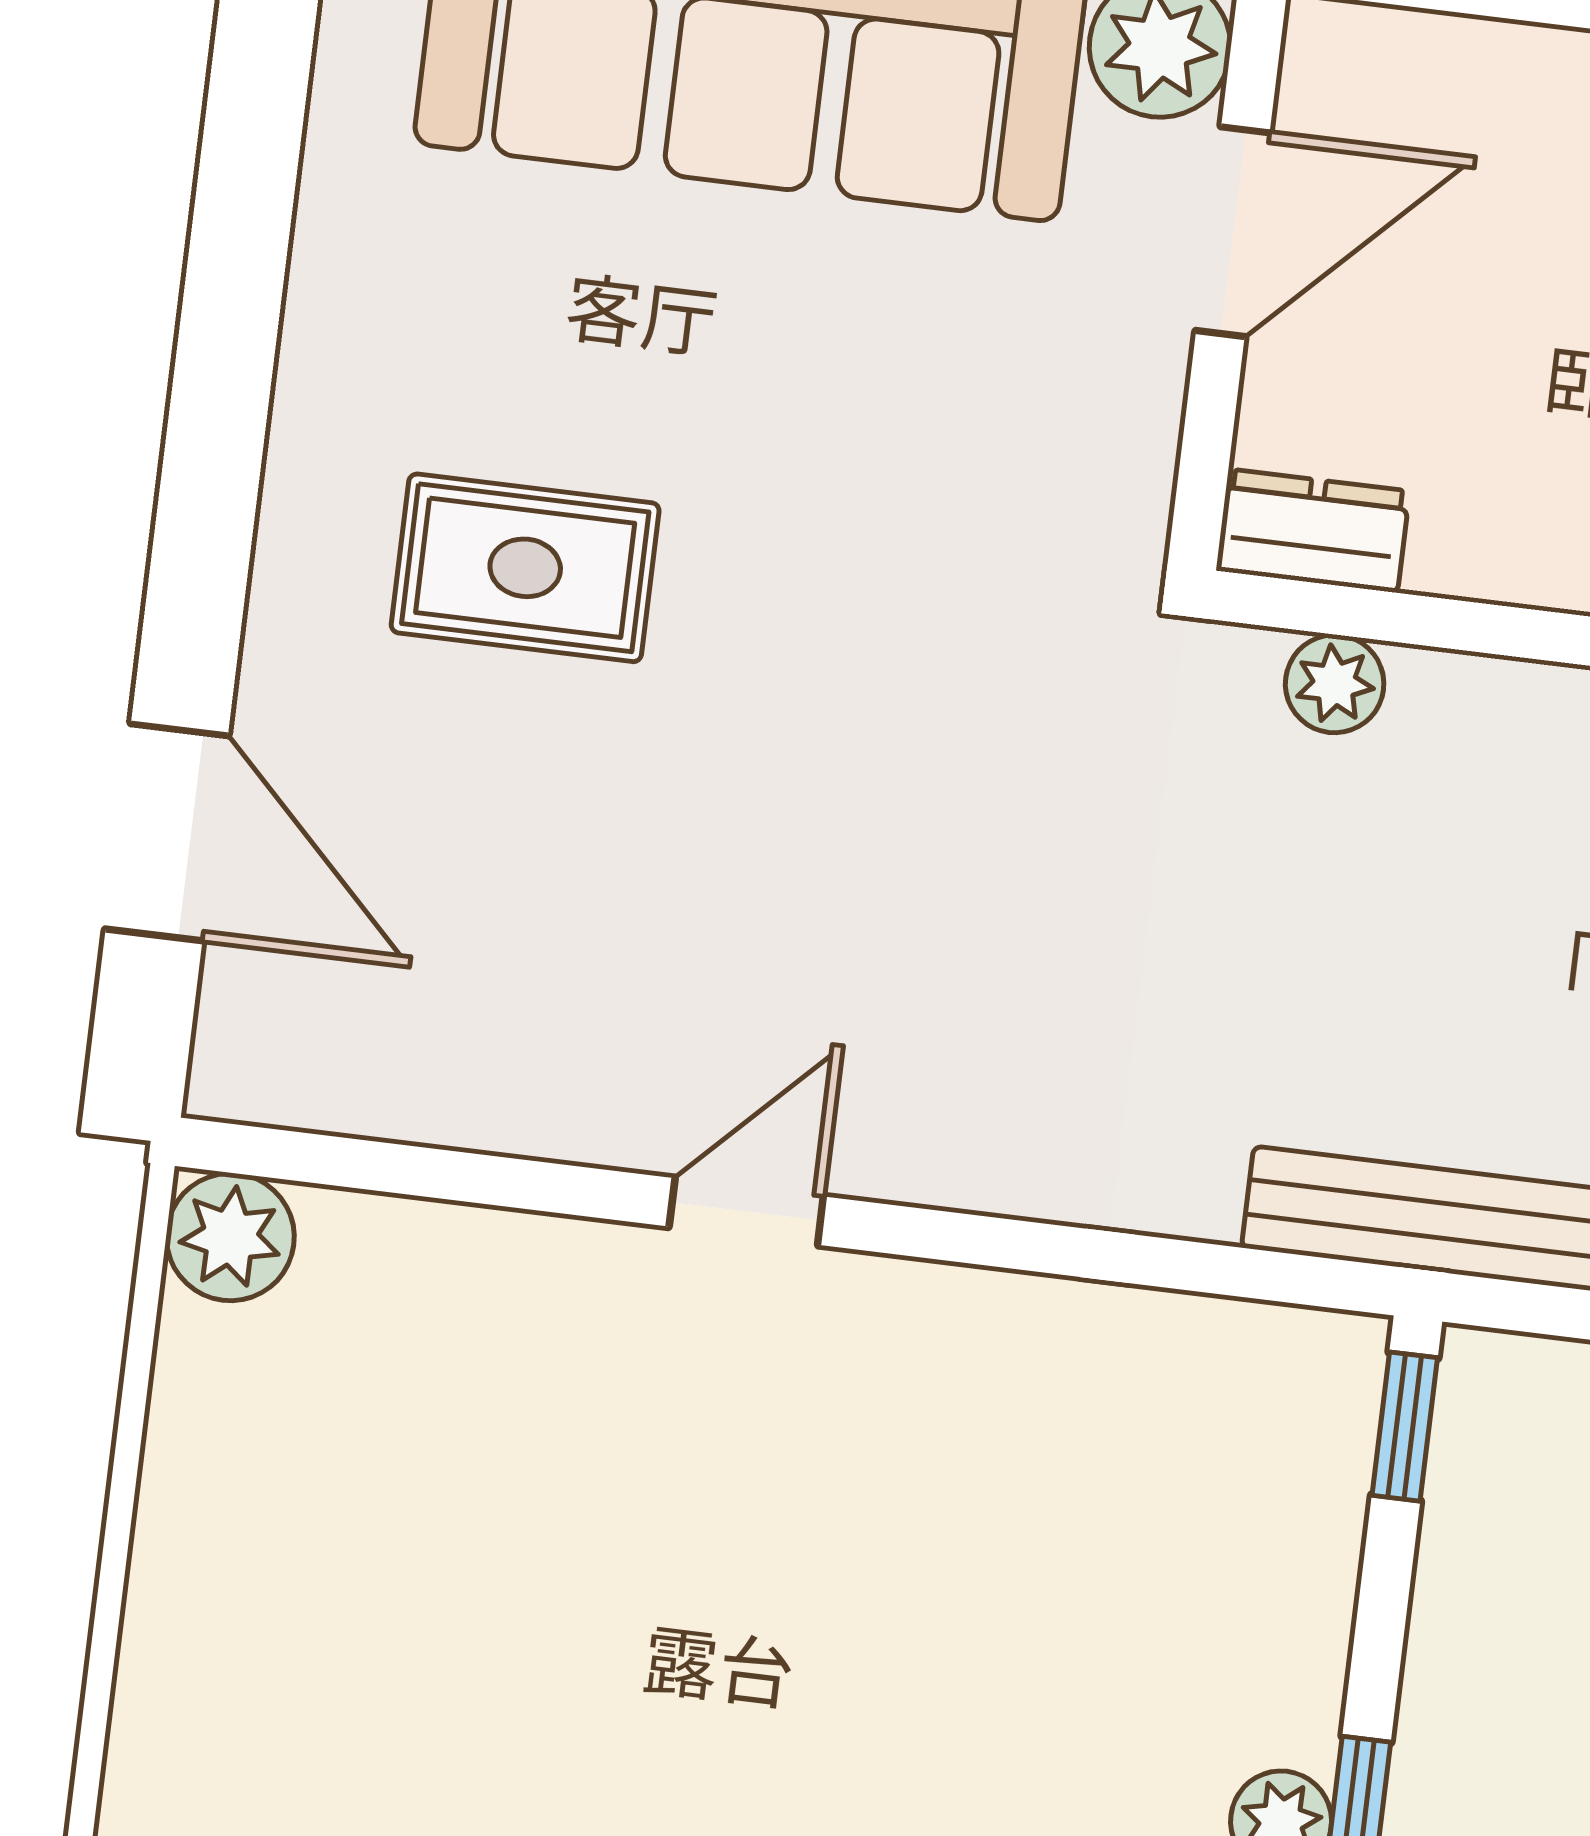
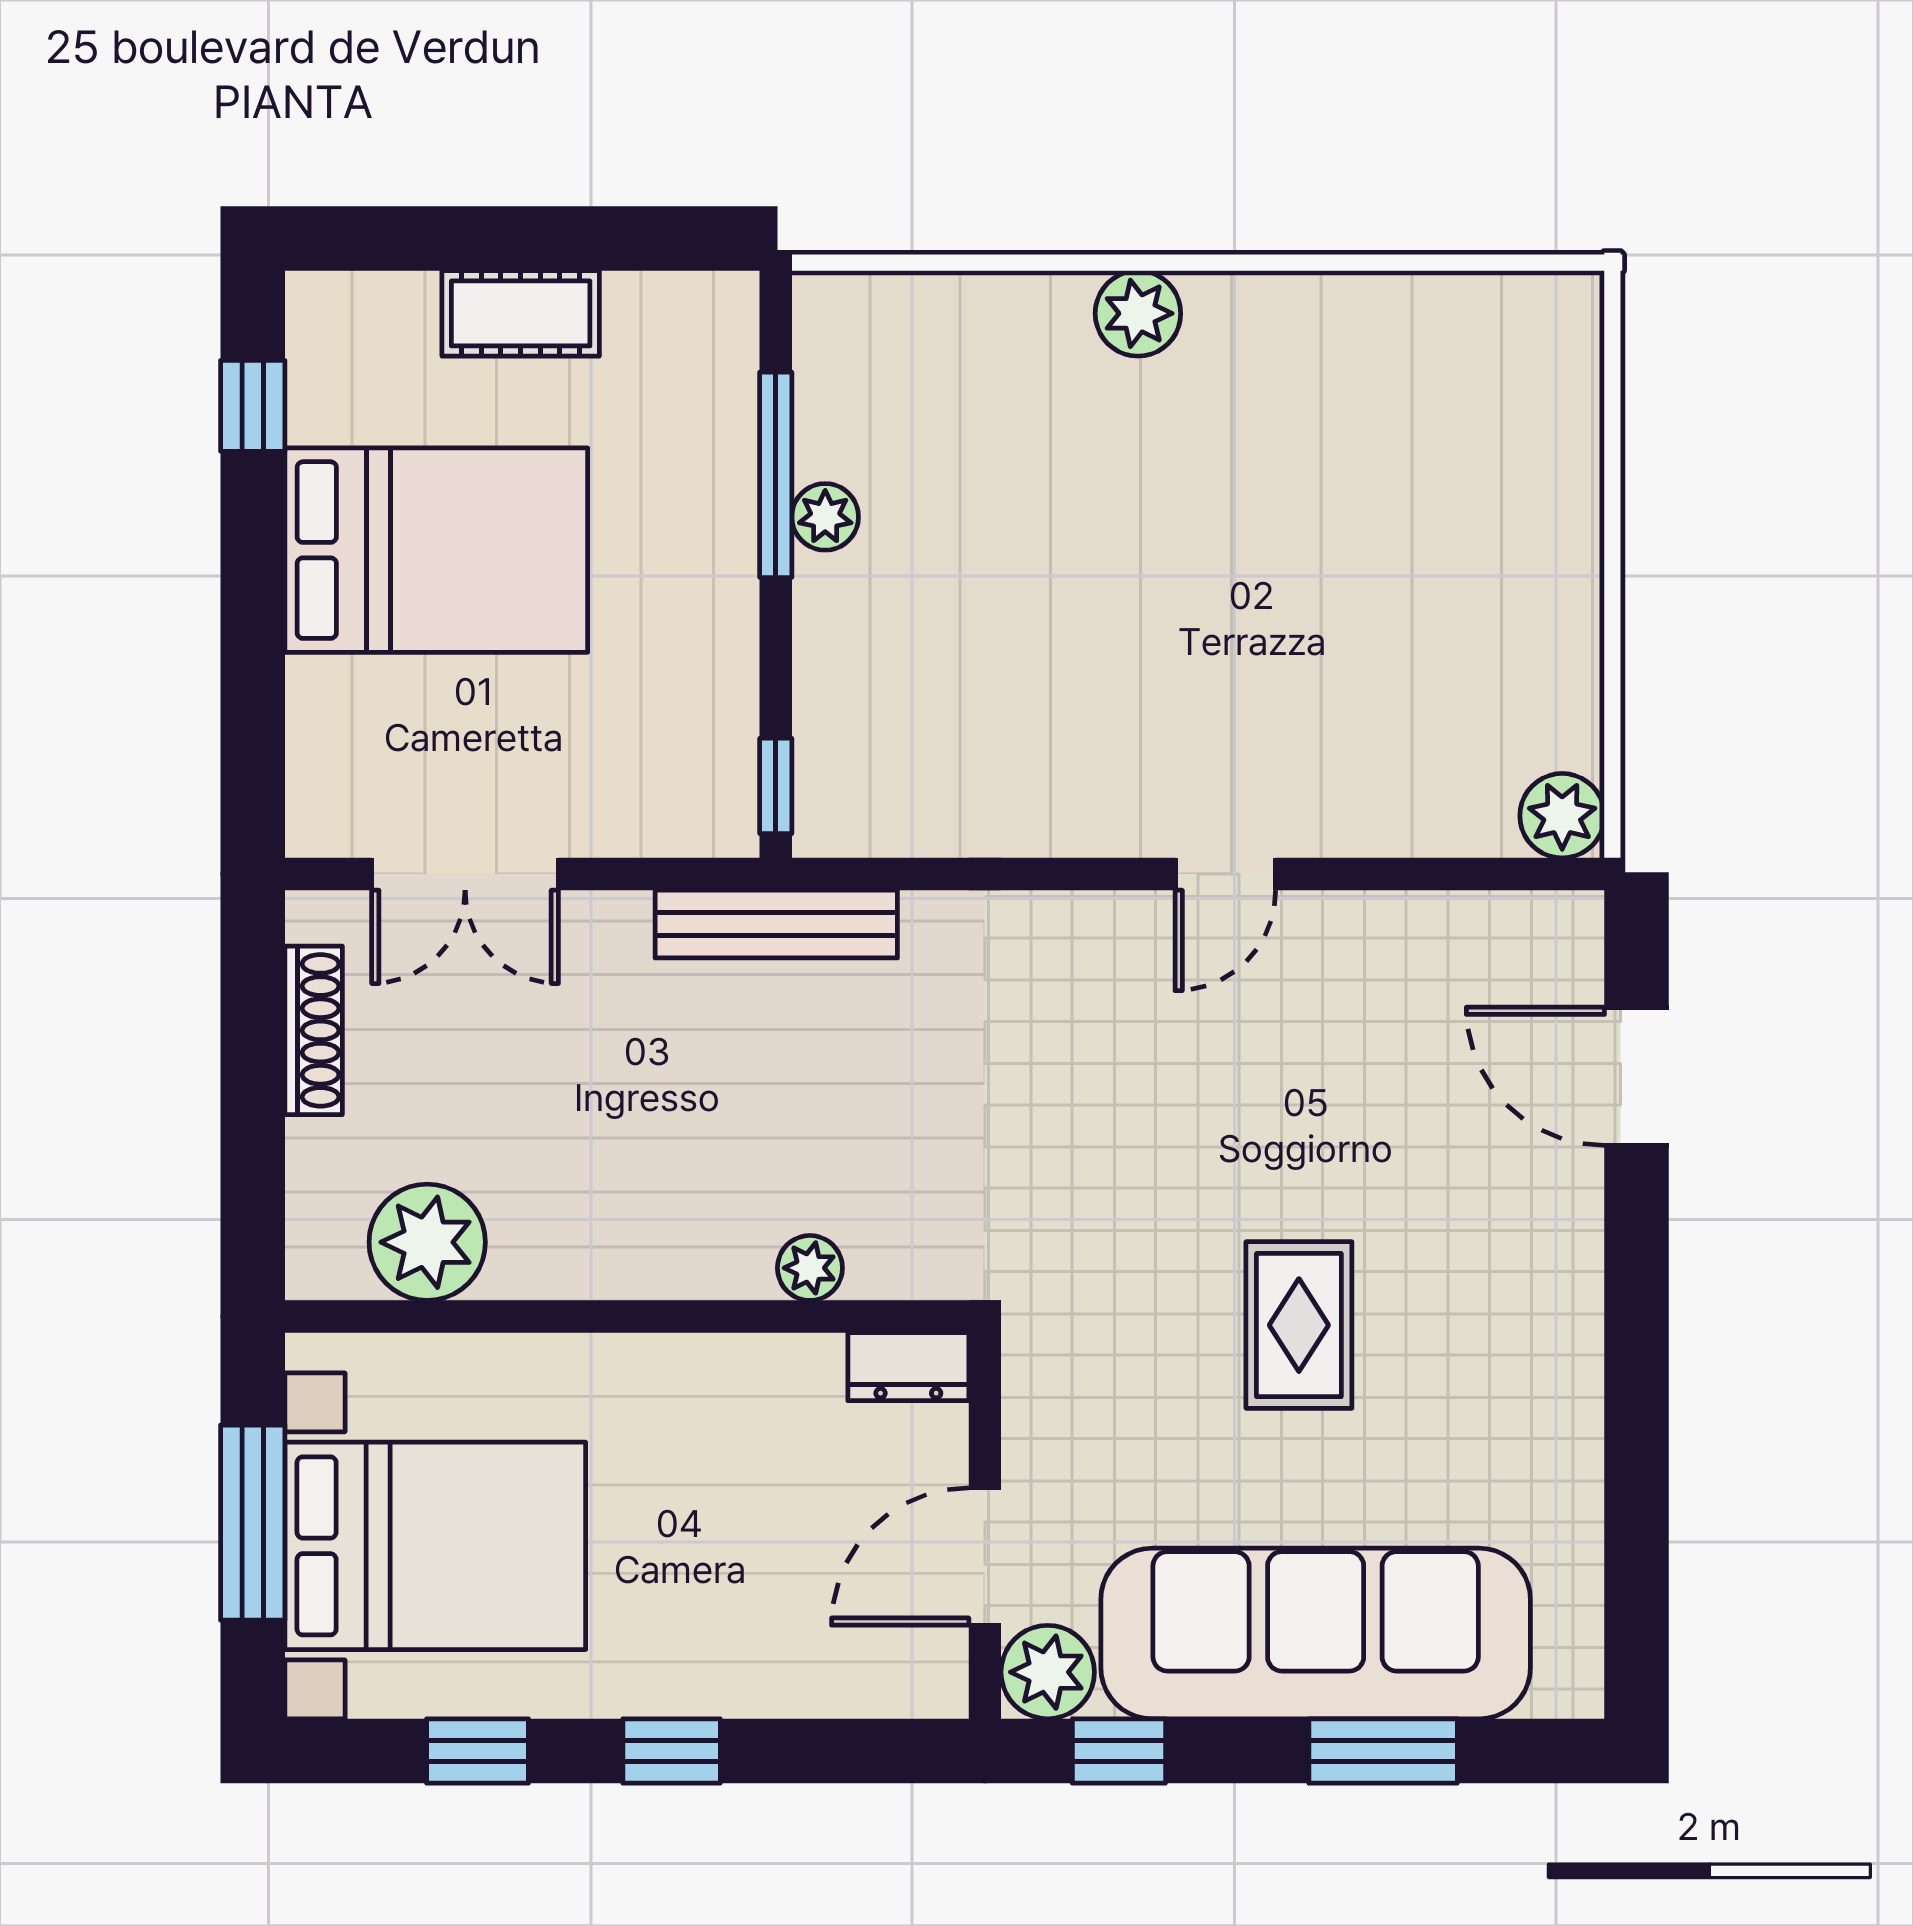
rug: (525, 568) -> (1299, 1325), moved, turned 90
plant: (1335, 684) -> (810, 1268), moved

